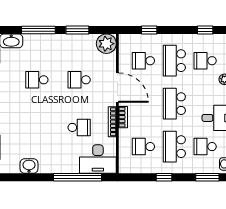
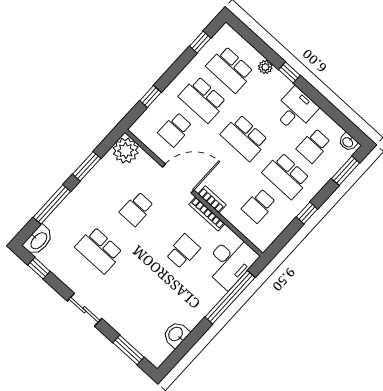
school desk: (205, 61) -> (230, 69), width x1.85
school desk: (37, 80) -> (99, 250), width x1.85

